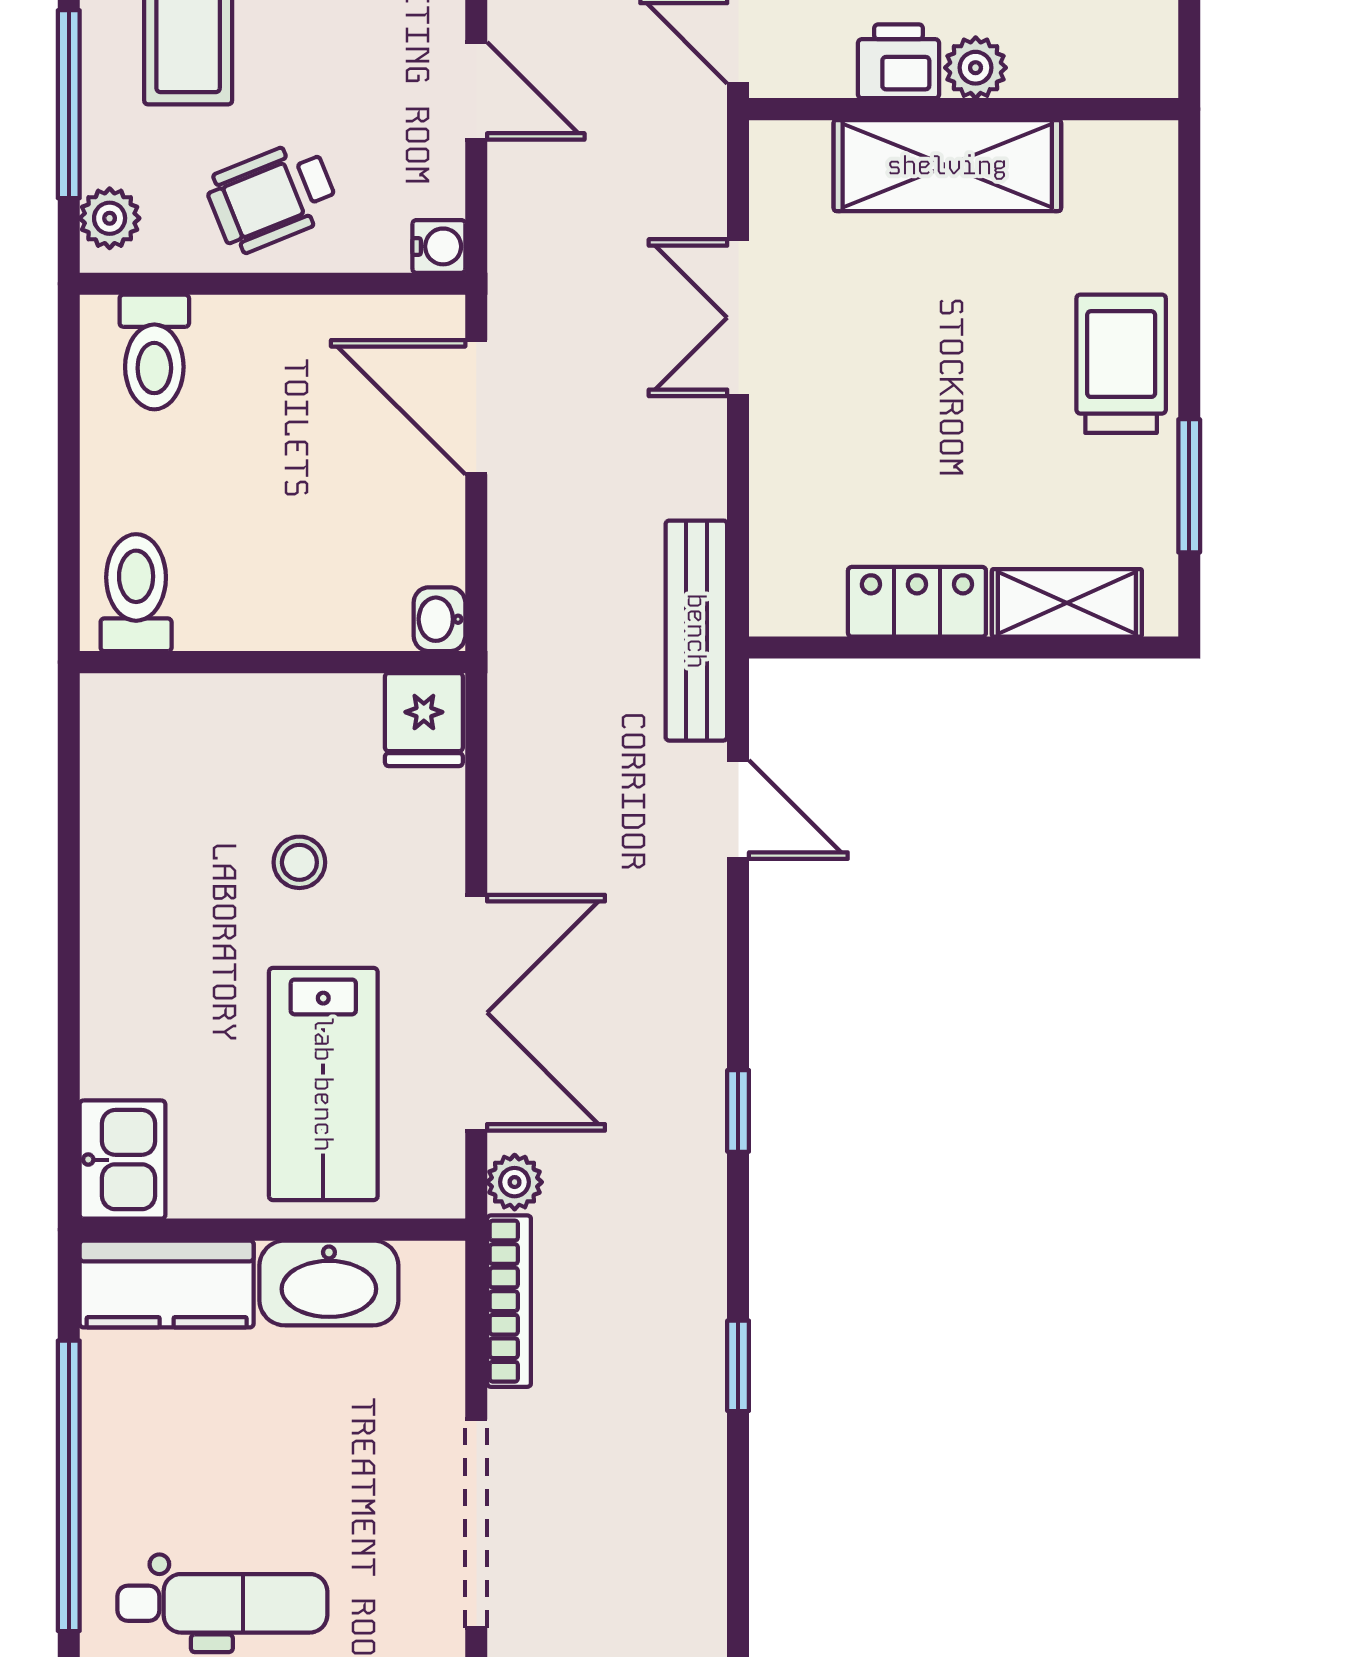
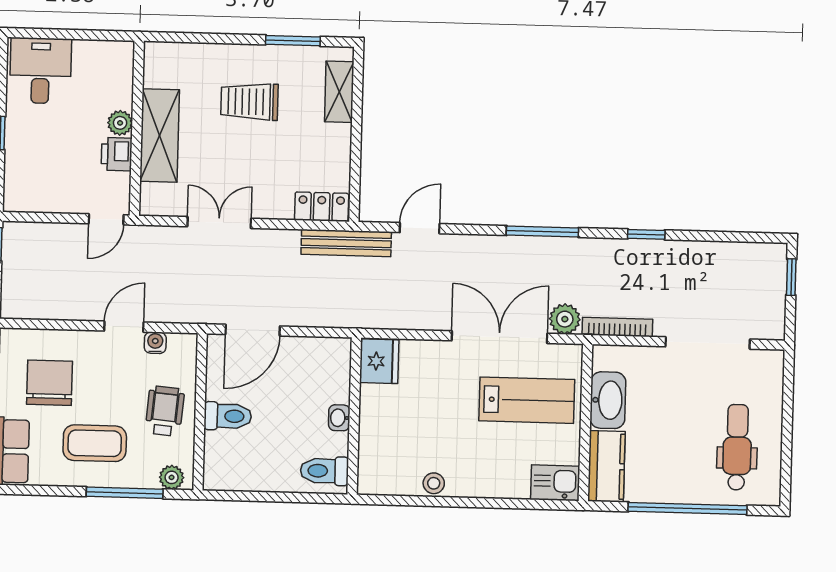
wheelchair: (272, 197) -> (165, 411), turned -153
water cooler: (439, 246) -> (155, 343), moved
double door: (738, 318) -> (219, 222), swing flipped
toilet: (154, 352) -> (228, 416), moved
trolley: (1121, 364) -> (250, 102), moved
locker: (917, 602) -> (322, 207), moved, turned 90
washbasin: (439, 619) -> (339, 418), moved, turned 90
fridge: (424, 720) -> (379, 361), width x1.38
stool: (299, 862) -> (434, 483), moved
window: (738, 1111) -> (542, 231), width x2.17
plant: (515, 1182) -> (565, 319), width x1.38, depth x1.38

